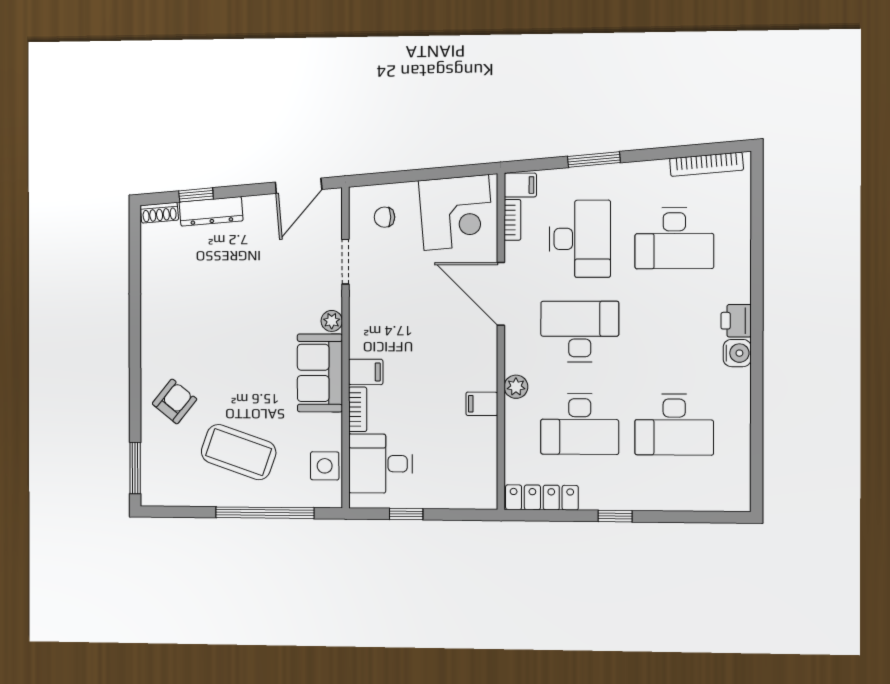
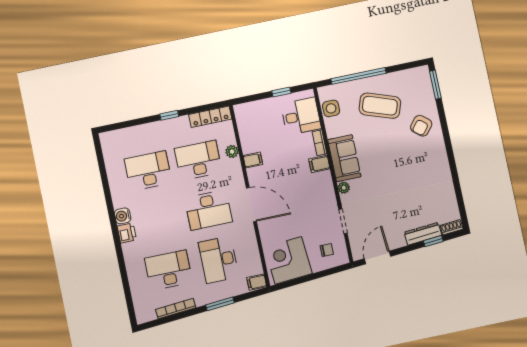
bookcase: (706, 164) -> (176, 309), moved
bookcase: (512, 220) -> (257, 263), removed
door: (501, 294) -> (251, 205), moved
plant: (516, 387) -> (232, 152), moved

